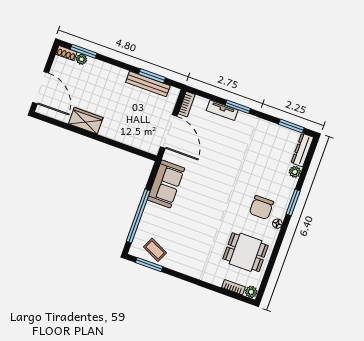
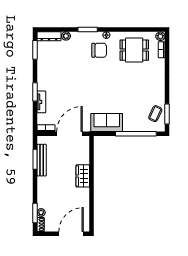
wardrobe: (86, 121) -> (83, 176), moved
dining table: (246, 252) -> (134, 50), turned 90

